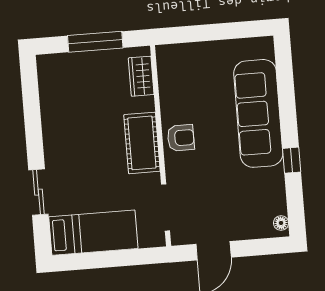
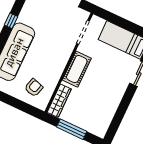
wardrobe: (141, 76) -> (59, 101), width x1.50
armchair: (181, 138) -> (34, 88), moved, turned 106

